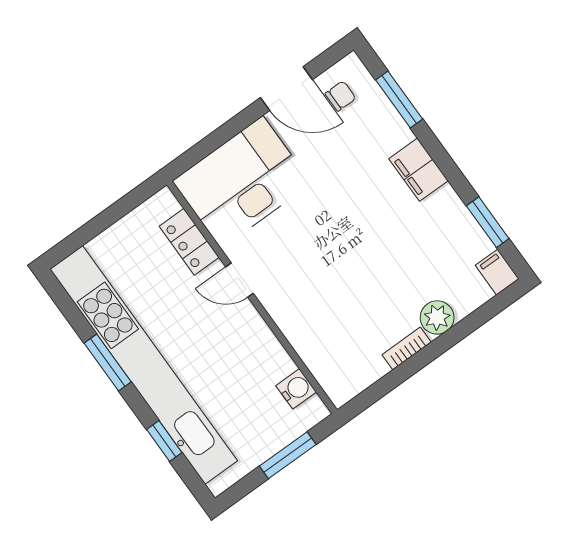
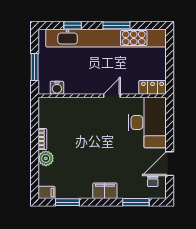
locker: (189, 242) -> (152, 87), moved

